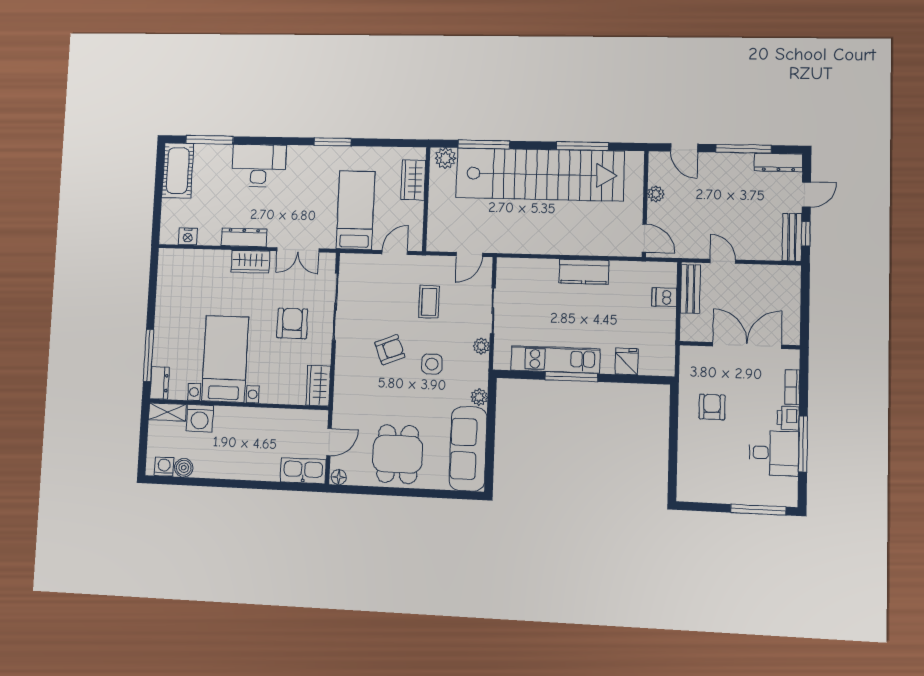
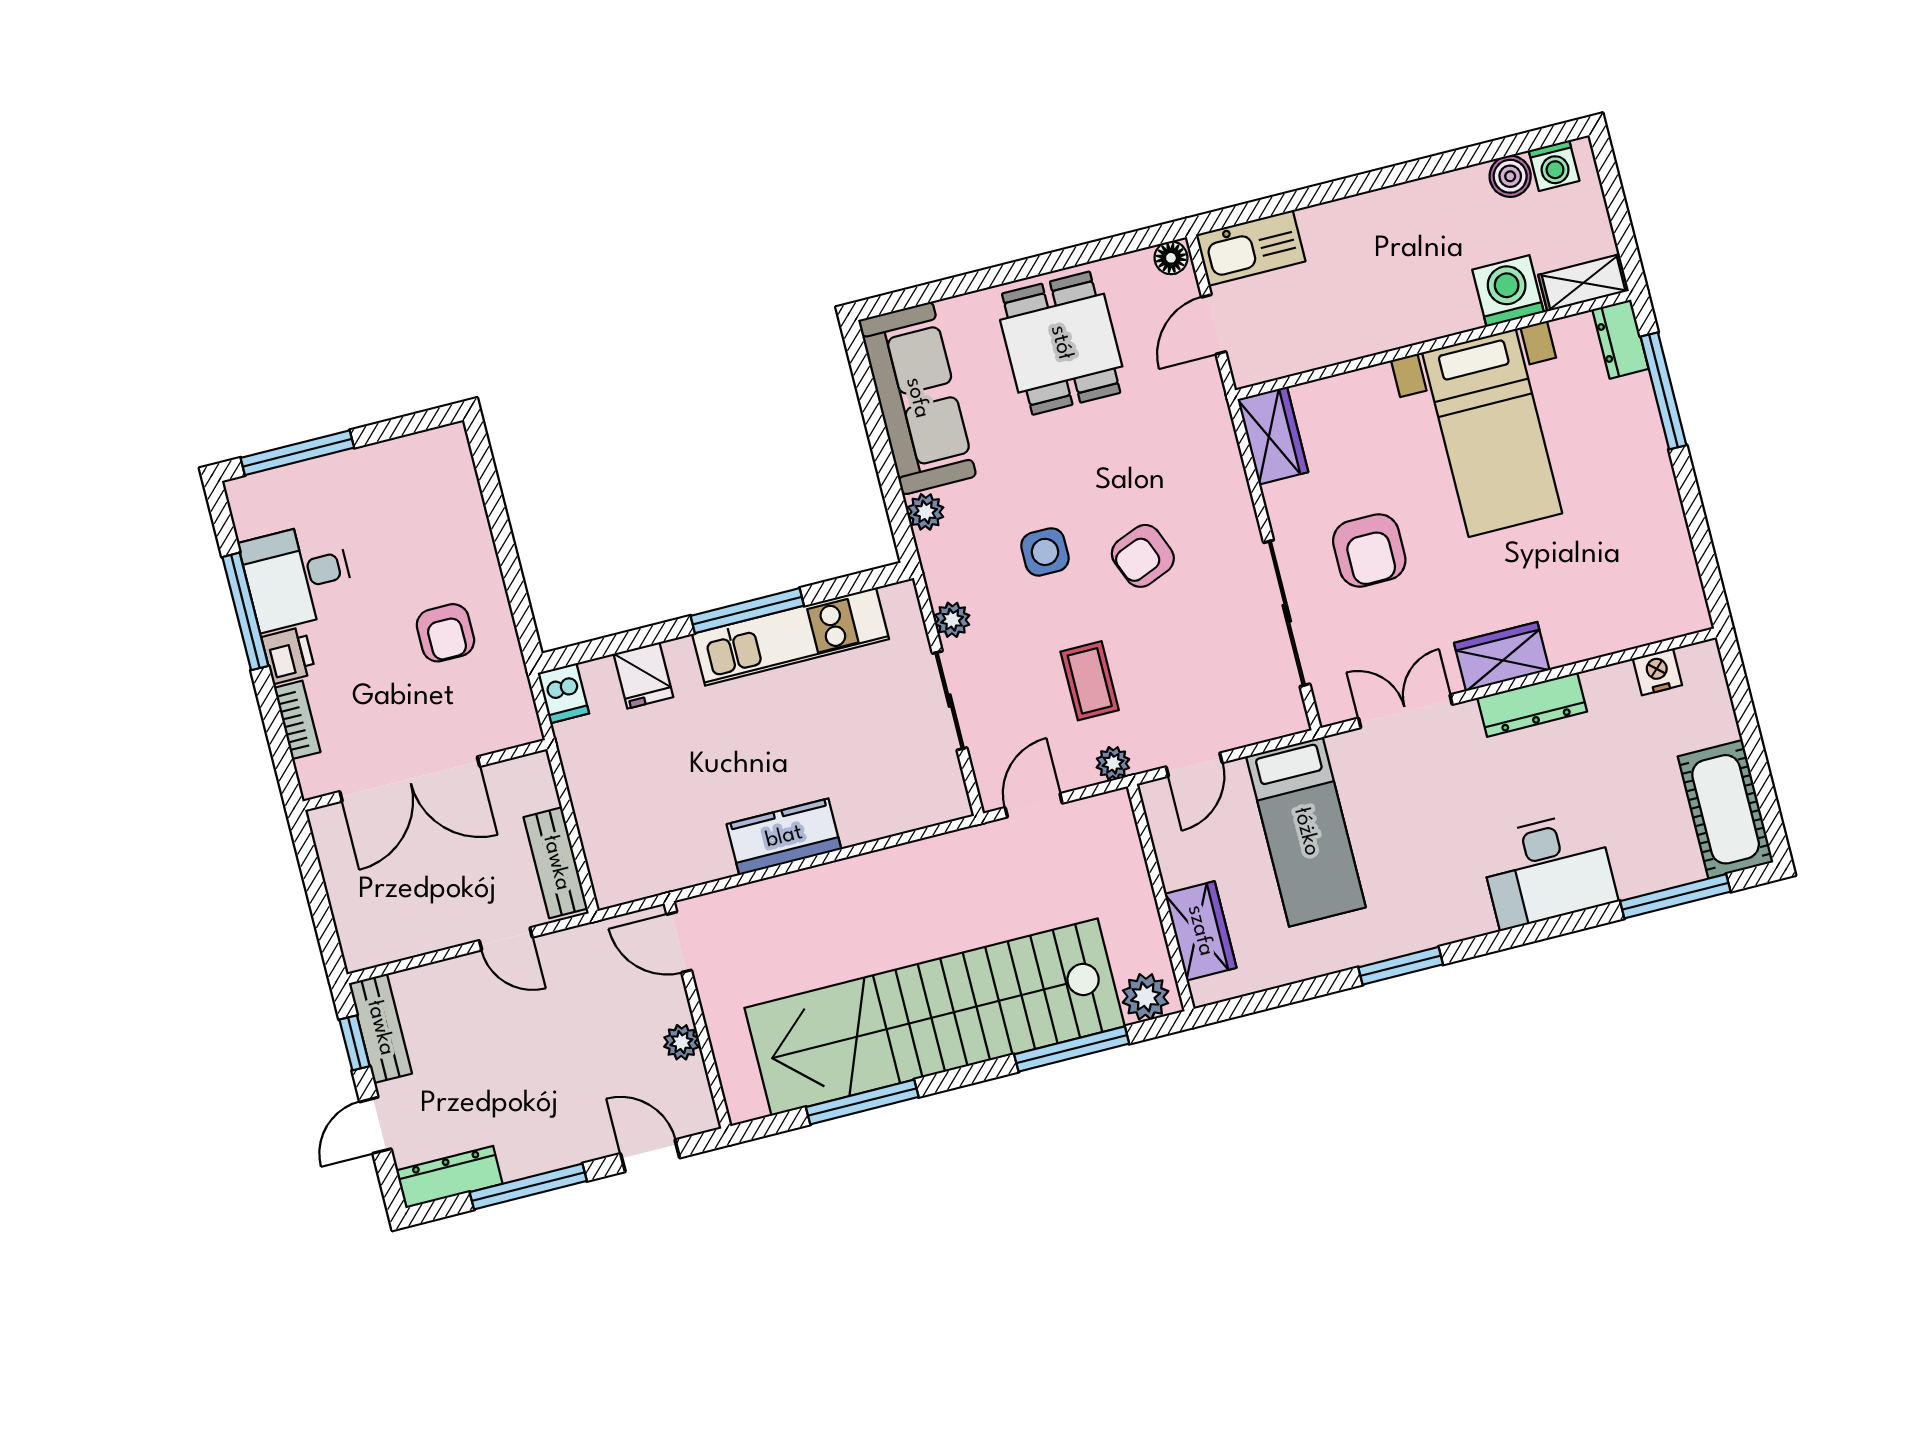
plant: (430, 263) -> (1113, 763), added
dishwasher: (664, 297) -> (563, 693), moved, turned 90

